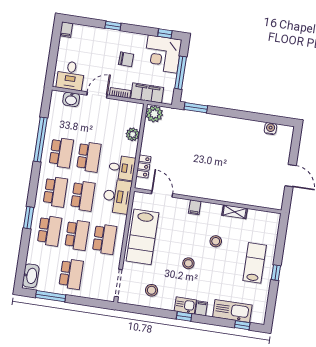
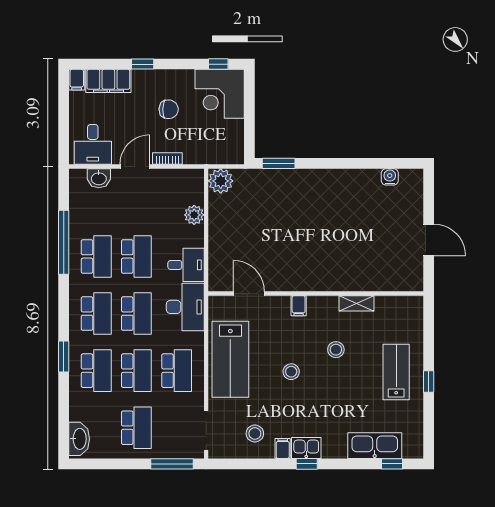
window: (181, 73) -> (249, 117), removed
filing cabinet: (147, 93) -> (108, 81), moved, turned 180
locker: (144, 166) -> (217, 258), removed
stool: (188, 263) -> (291, 372), moved
window: (51, 296) -> (172, 464), moved
filing cabinet: (201, 308) -> (283, 449), moved

